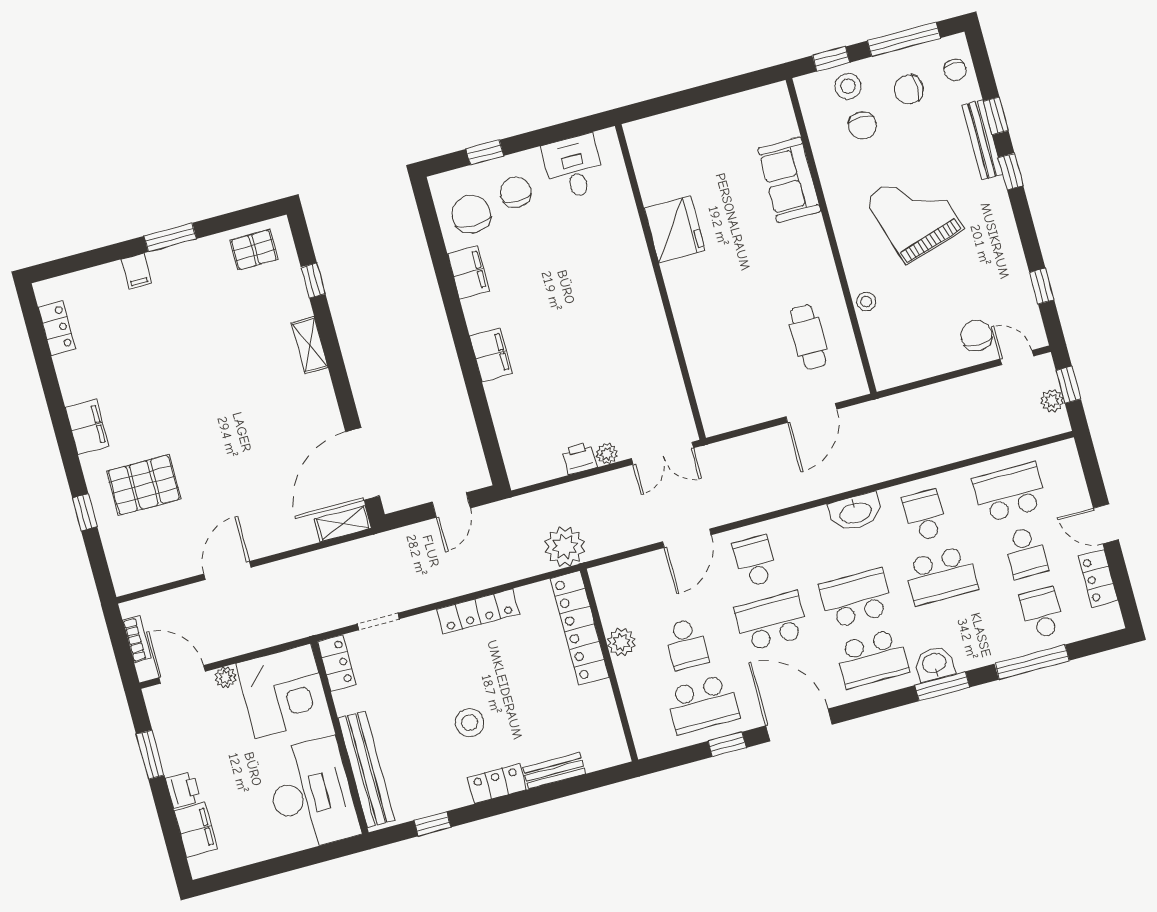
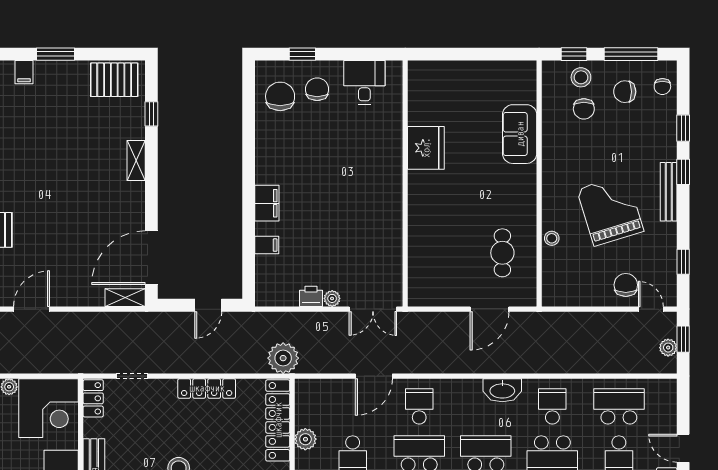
bench: (982, 140) -> (669, 192), moved
grand piano: (914, 214) -> (610, 210), moved
pallet: (254, 250) -> (114, 80), width x1.50, depth x1.42
filing cabinet: (469, 272) -> (267, 245), moved, width x0.50

